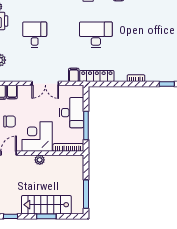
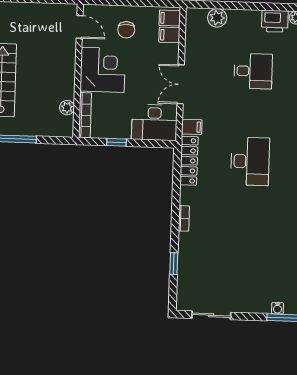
desk: (72, 113) -> (154, 123), moved
window: (86, 125) -> (116, 142), width x0.46
plant: (40, 160) -> (67, 108), moved

